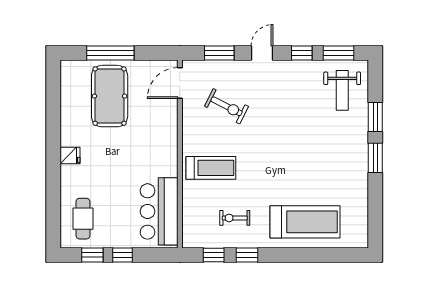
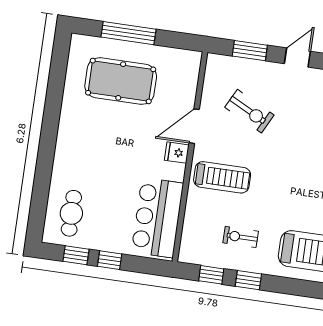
door: (180, 83) -> (194, 126), moved
pool table: (110, 96) -> (121, 81), turned 90
fridge: (70, 156) -> (177, 153), moved, turned 180

